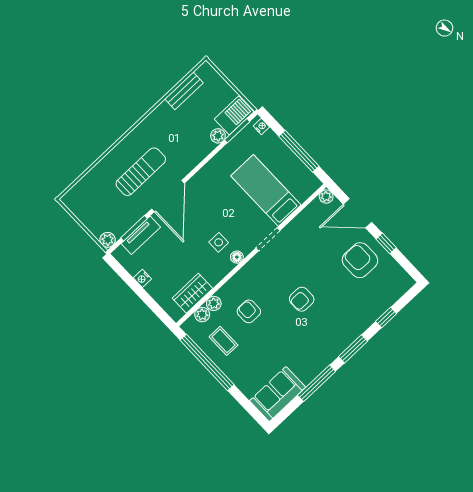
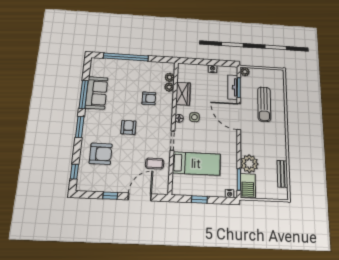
plant: (218, 136) -> (249, 164), width x1.87, depth x1.87
window: (299, 151) -> (199, 199), width x0.46
sun lounger: (141, 172) -> (264, 104), moved
plant: (326, 197) -> (164, 190), removed
armchair: (360, 260) -> (101, 154), moved
wardrobe: (192, 293) -> (183, 94), moved
window: (386, 318) -> (74, 172), moved
coffee table: (223, 341) -> (155, 164), moved
window: (207, 362) -> (126, 57), moved
sofa: (278, 394) -> (97, 93), moved

